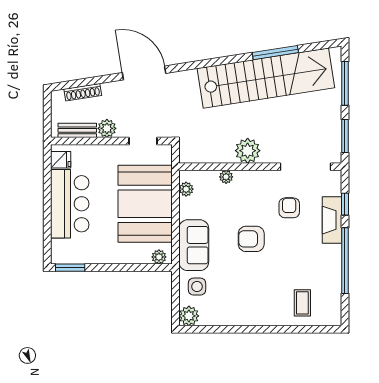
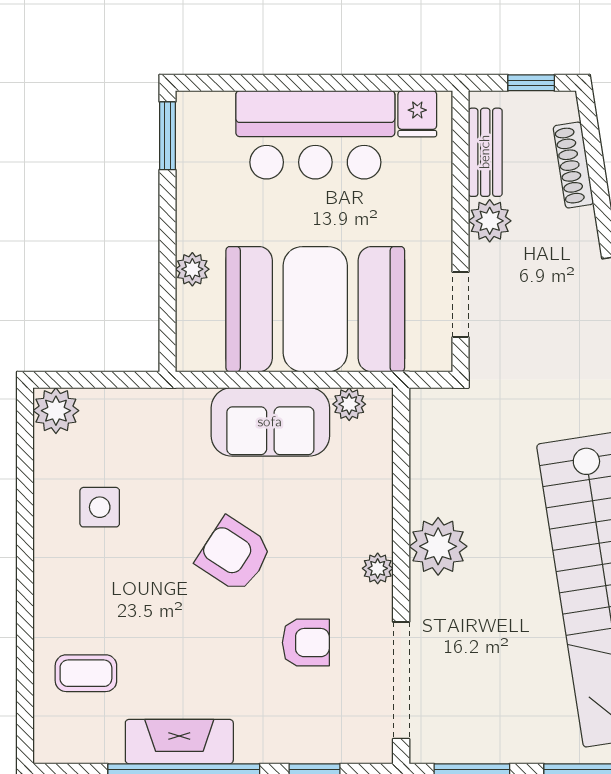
window: (47, 111) -> (531, 83), added
plant: (226, 177) -> (378, 568), moved
fireplace: (332, 220) -> (179, 742), moved
armchair: (251, 239) -> (234, 555), turned -57
sofa: (194, 245) -> (270, 422), moved
plant: (159, 257) -> (192, 269), moved
side table: (197, 287) -> (100, 507), moved

